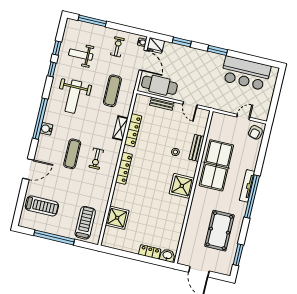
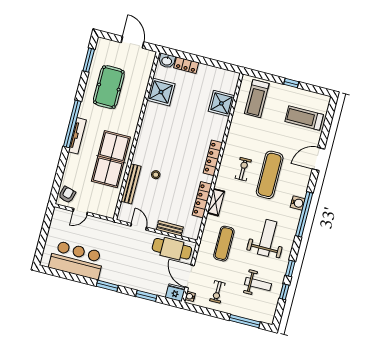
bench: (197, 148) -> (131, 184), width x1.36
exercise mat: (72, 154) -> (270, 175), width x1.36, depth x1.45
shower: (182, 186) -> (161, 92), moved
window: (54, 237) -> (291, 83), width x0.32

